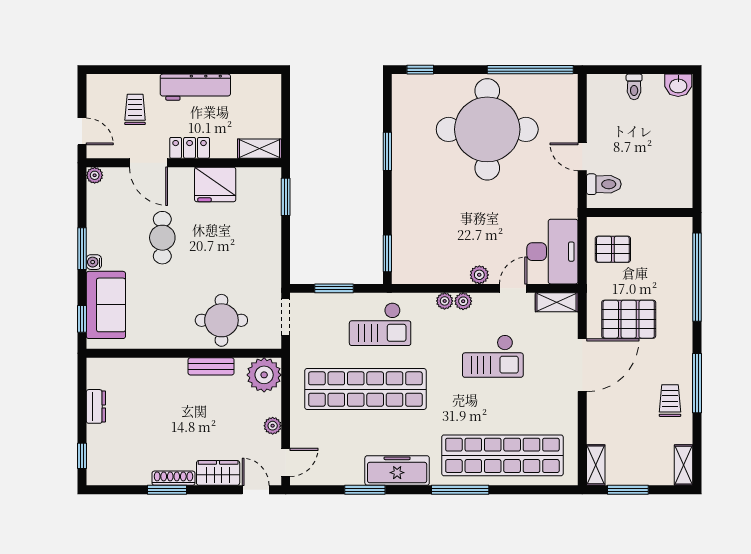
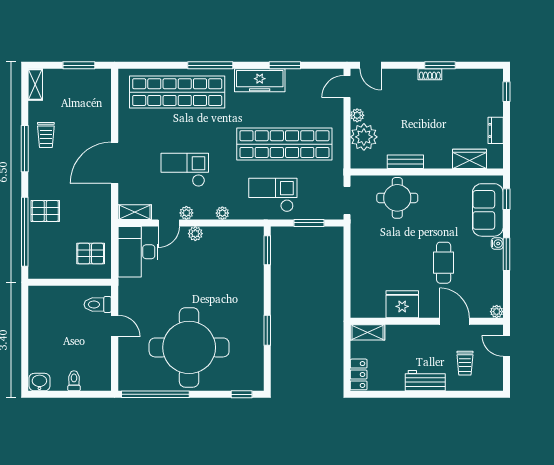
workbench: (195, 87) -> (425, 381), width x0.73
locker: (190, 148) -> (359, 374), moved, turned -90
window: (286, 197) -> (347, 295), removed
plant: (463, 301) -> (186, 213), moved
pallet: (629, 319) -> (45, 211), moved, width x0.67, depth x0.71
plant: (264, 375) -> (364, 137), moved
shelving: (596, 465) -> (104, 85), removed
wardrobe: (218, 473) -> (469, 159), moved, turned 180
shoe rack: (173, 478) -> (430, 74), width x0.70

